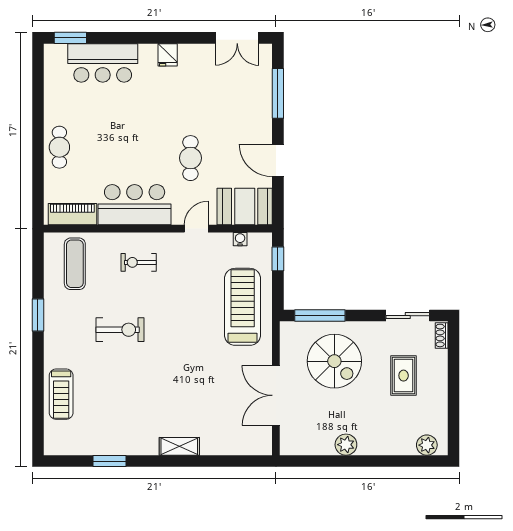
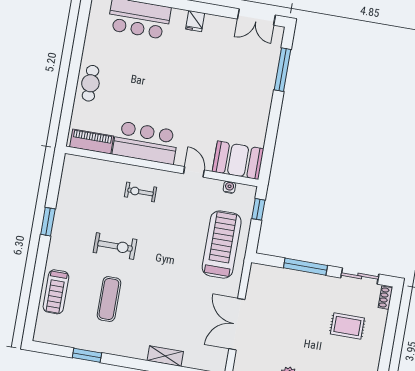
cafe table: (190, 158) -> (199, 112), removed
door: (278, 160) -> (273, 126), removed
door: (196, 229) -> (194, 172), hinge flipped
exercise mat: (75, 264) -> (109, 299), moved
window: (320, 316) -> (305, 267), moved
spiral stairs: (334, 361) -> (291, 304), removed
rug: (404, 376) -> (347, 326), turned 90
shelving: (179, 446) -> (165, 356), moved

